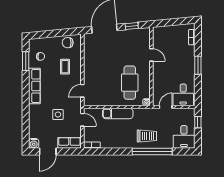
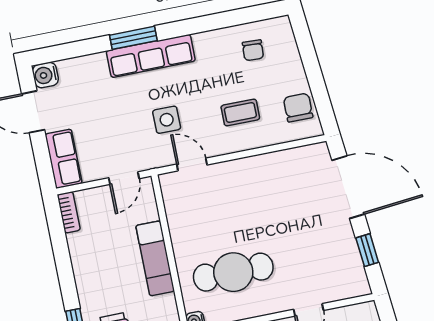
window: (26, 61) -> (133, 38), moved
row of seats: (34, 86) -> (151, 56), moved
side table: (58, 115) -> (167, 120), moved

